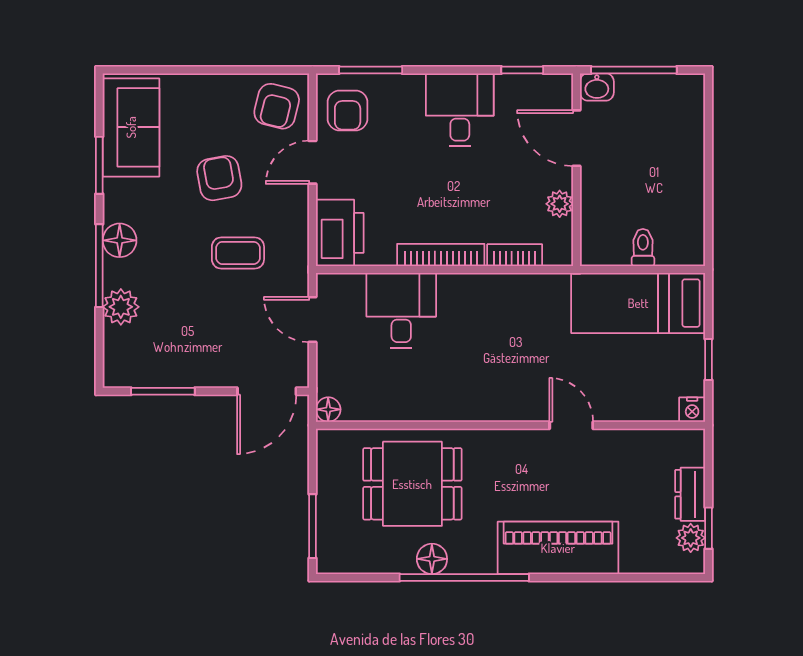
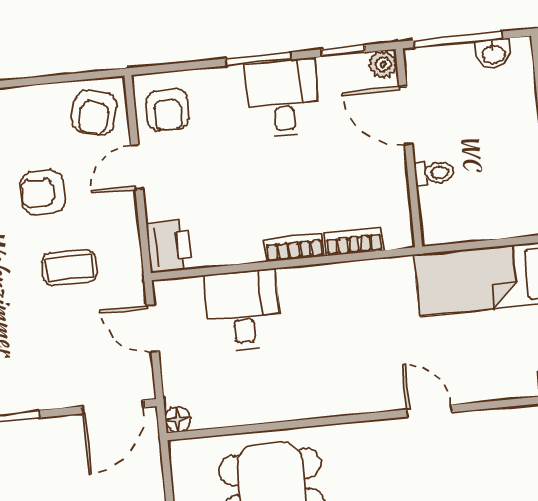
window: (371, 70) -> (258, 59), moved
washbasin: (597, 87) -> (493, 54), moved
armchair: (219, 178) -> (43, 192), turned -80
plant: (560, 204) -> (383, 64), moved
printer: (340, 233) -> (169, 246), width x0.73, depth x0.84
toilet: (643, 248) -> (434, 173), moved, turned 90
bookcase: (441, 255) -> (294, 248), width x0.64

